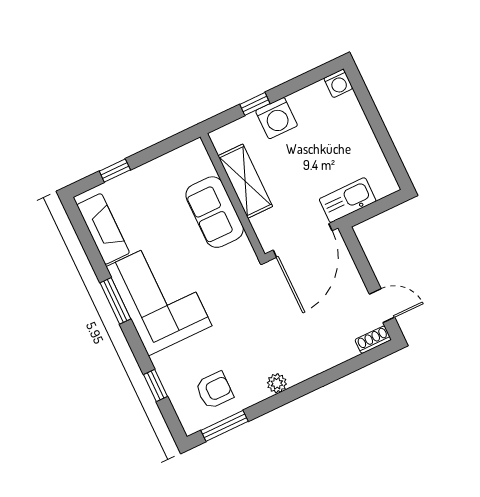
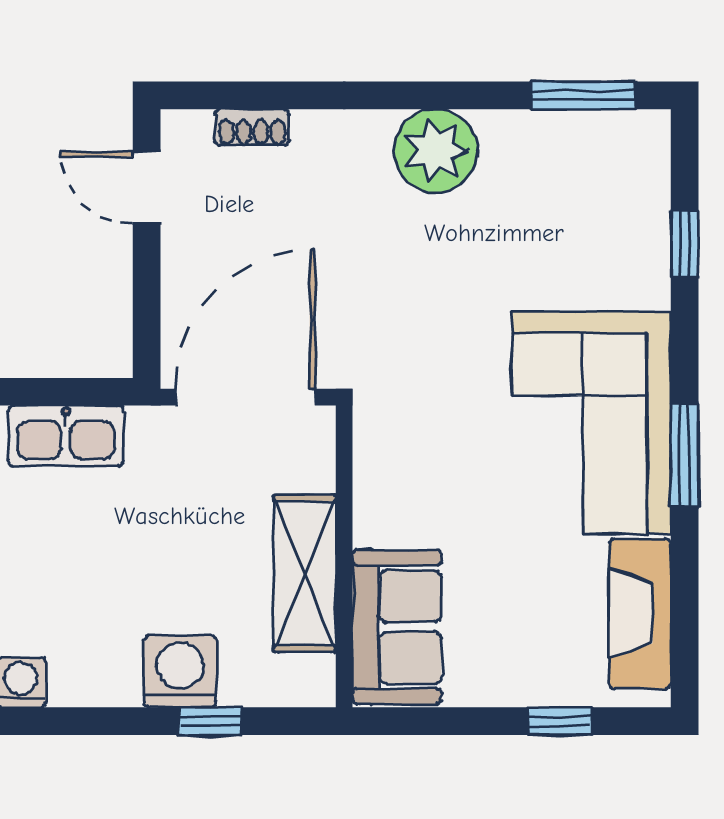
kitchen sink: (348, 200) -> (66, 436), moved
sofa: (215, 212) -> (397, 627), moved
shoe rack: (373, 340) -> (252, 127), moved
plant: (277, 383) -> (436, 151), width x1.87, depth x1.87
armchair: (214, 390) -> (569, 178), removed

